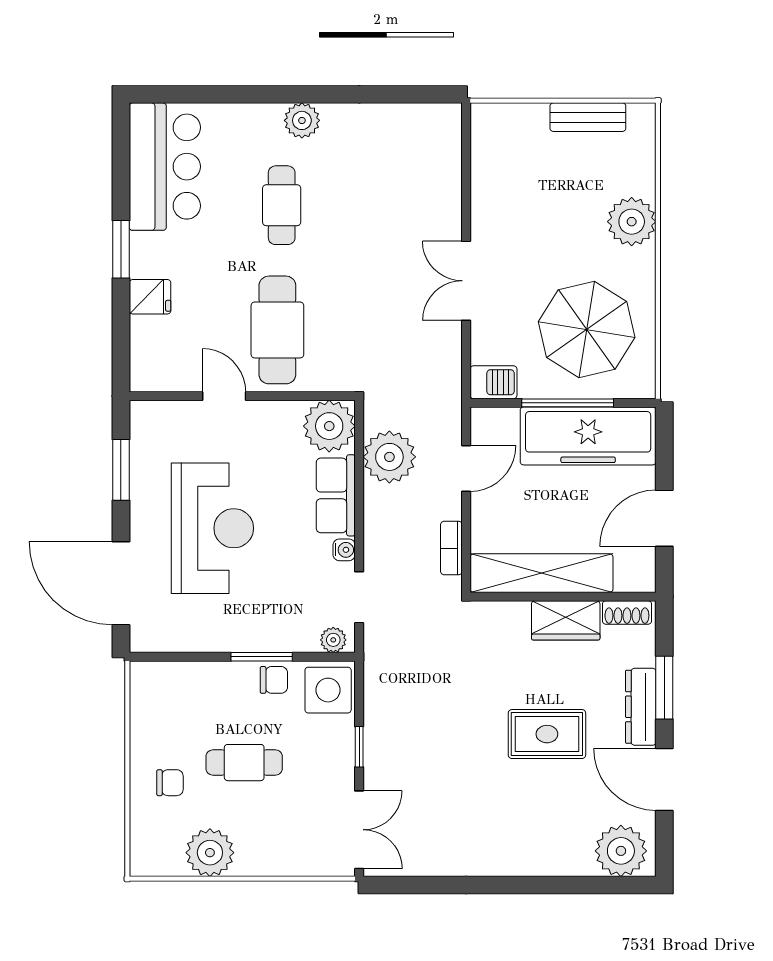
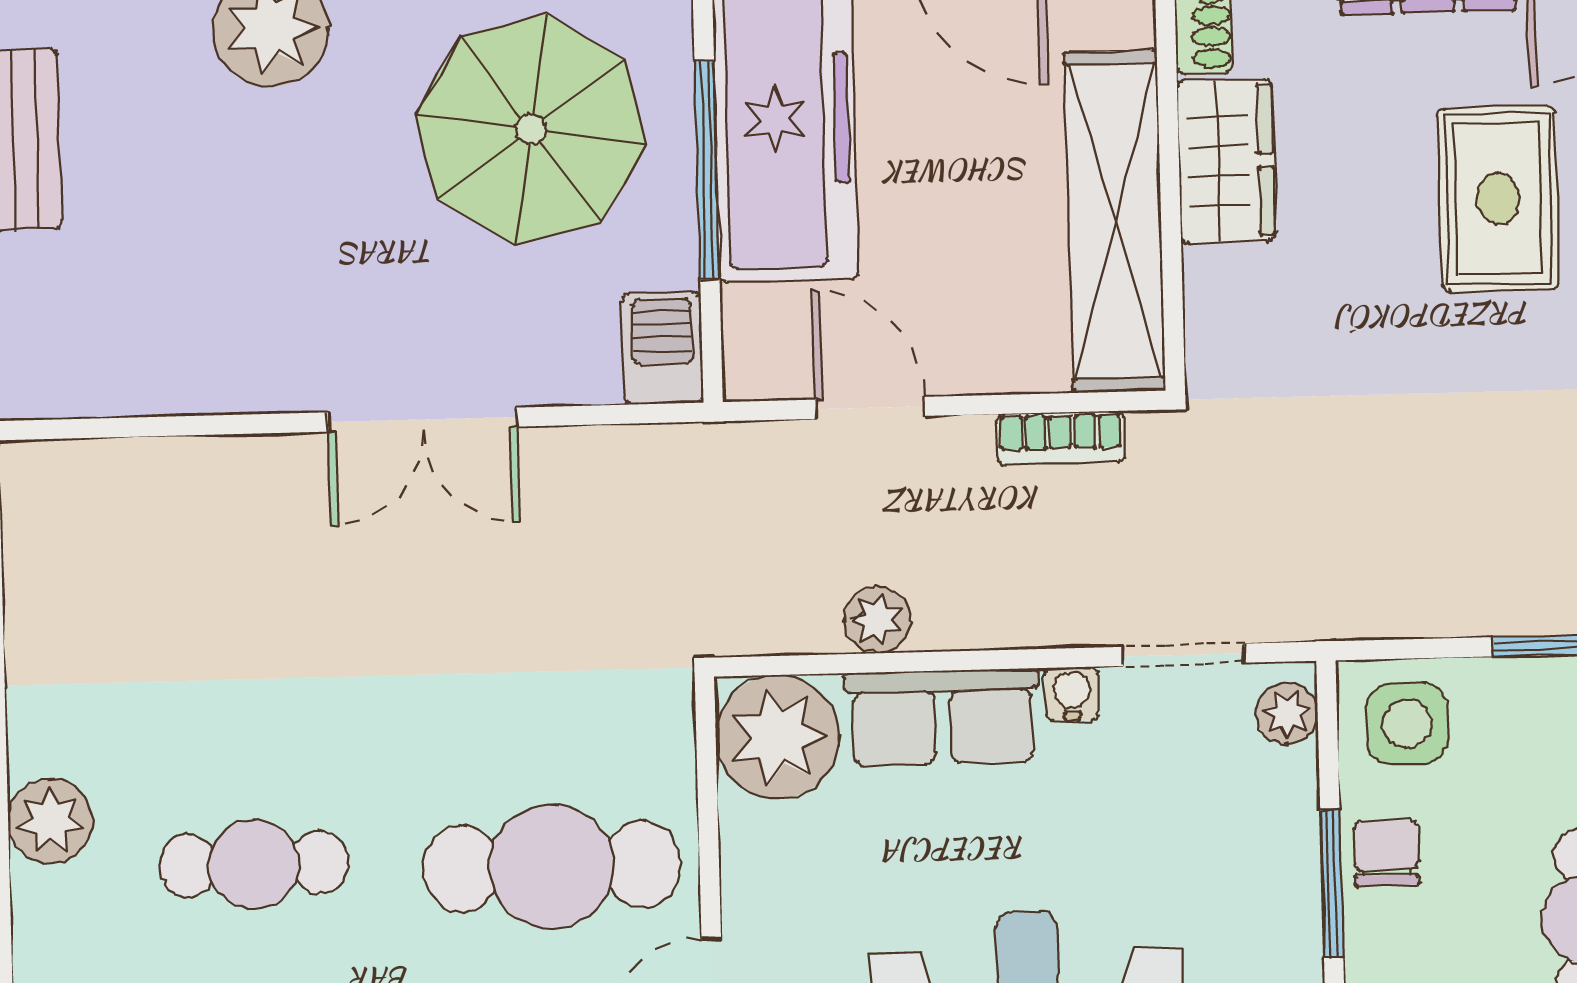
plant: (389, 457) -> (877, 620), width x0.53, depth x0.53
side table: (328, 690) -> (1407, 723), width x0.73, depth x0.73

